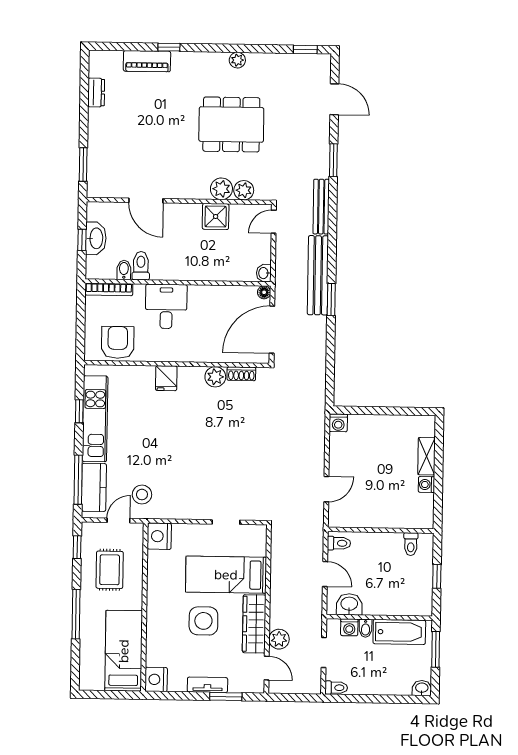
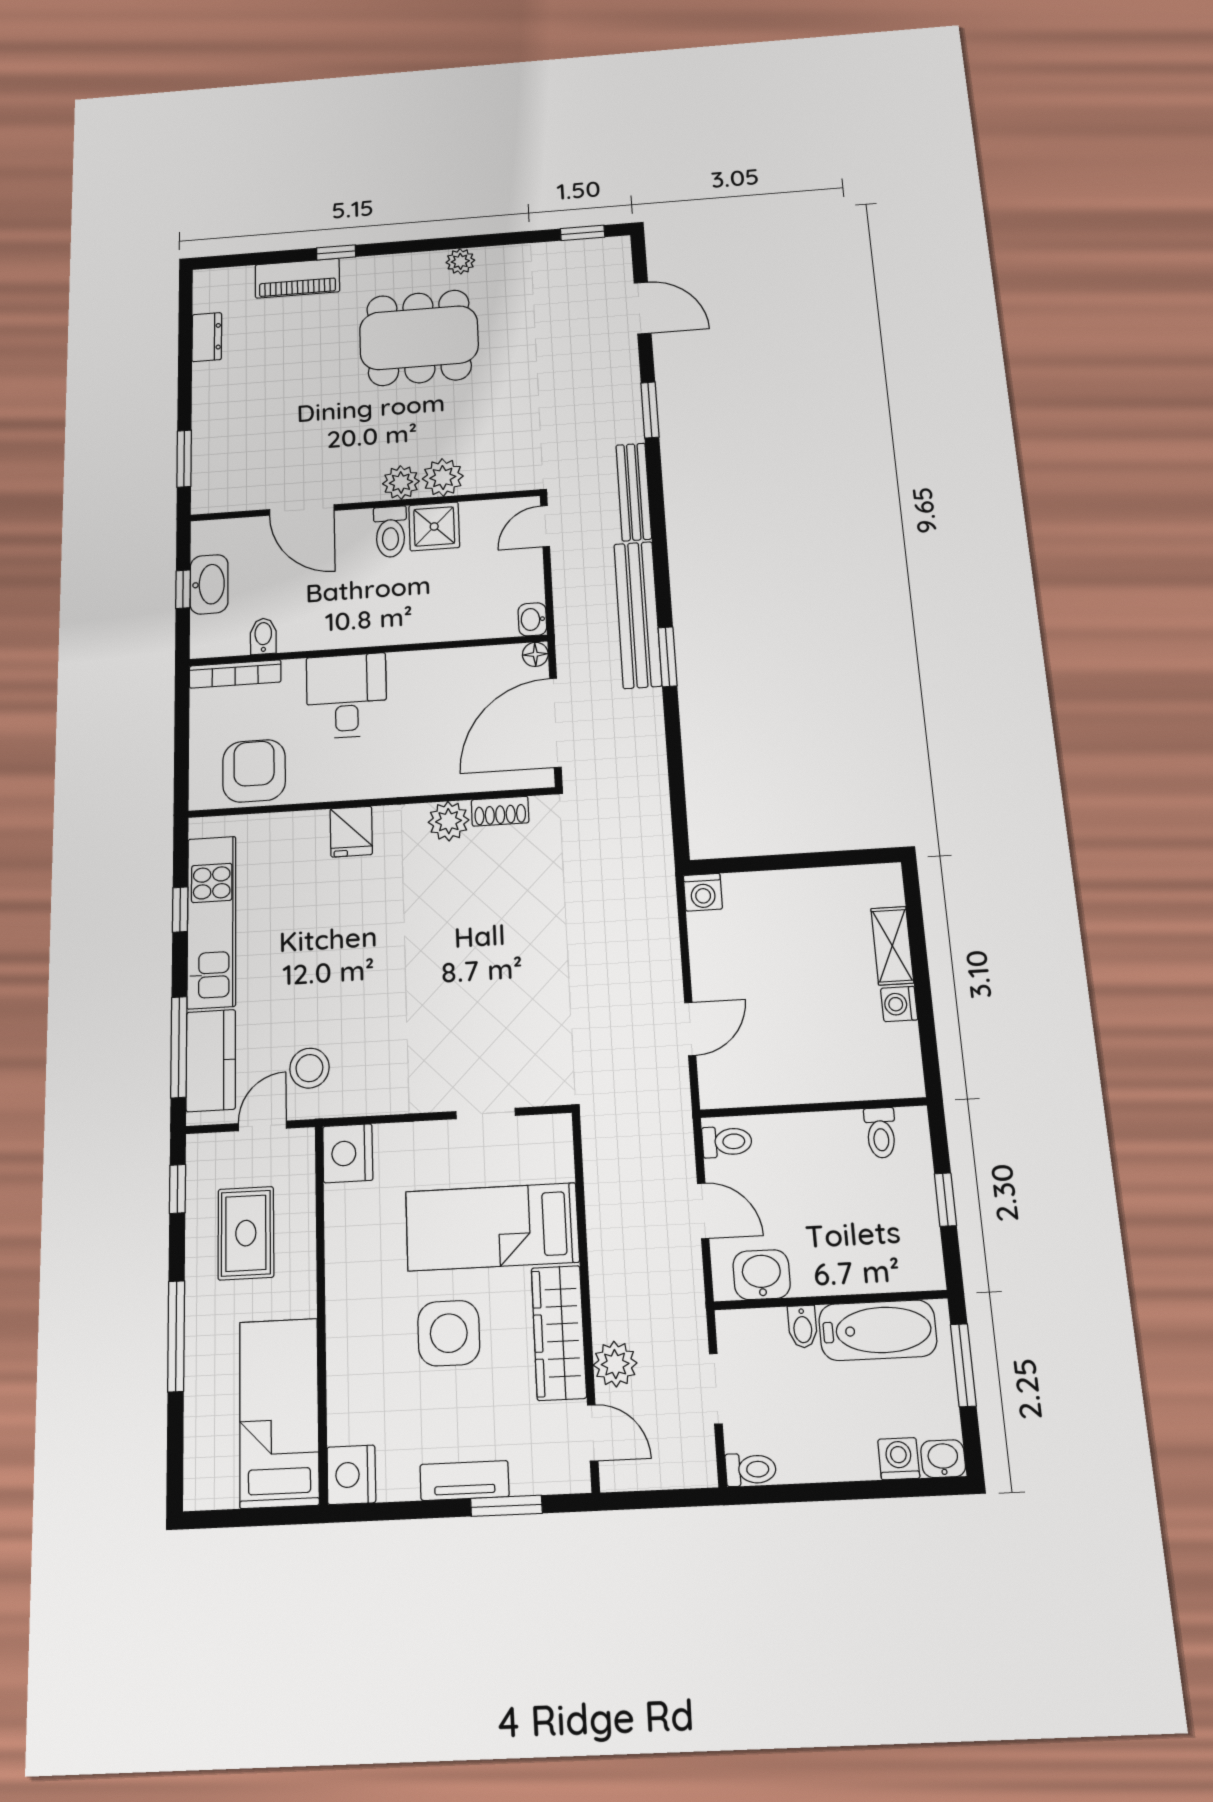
dining table: (231, 124) -> (419, 338), moved
plant: (244, 190) -> (401, 482), moved
toilet: (141, 266) -> (390, 532), moved, turned 180
washing machine: (349, 627) -> (899, 1459), moved, turned 180

